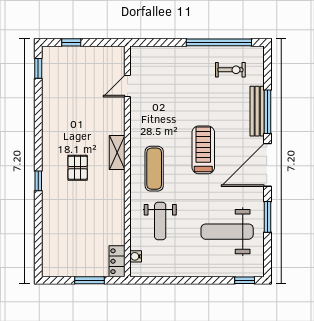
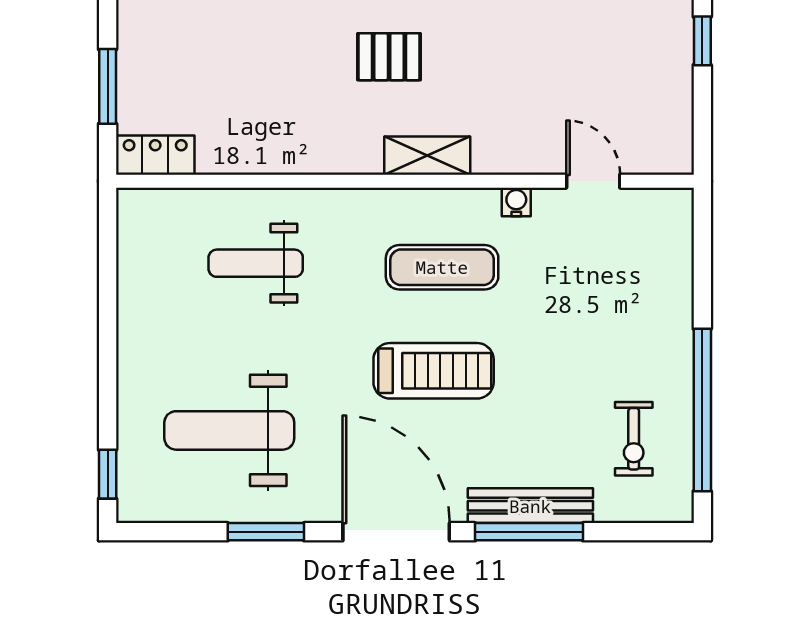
exercise mat: (154, 169) -> (442, 267), moved
weight bench: (227, 232) -> (229, 430), turned -90
water cooler: (136, 256) -> (516, 202), moved

